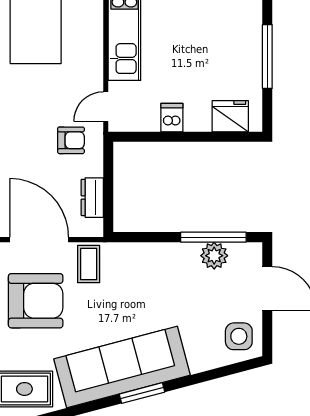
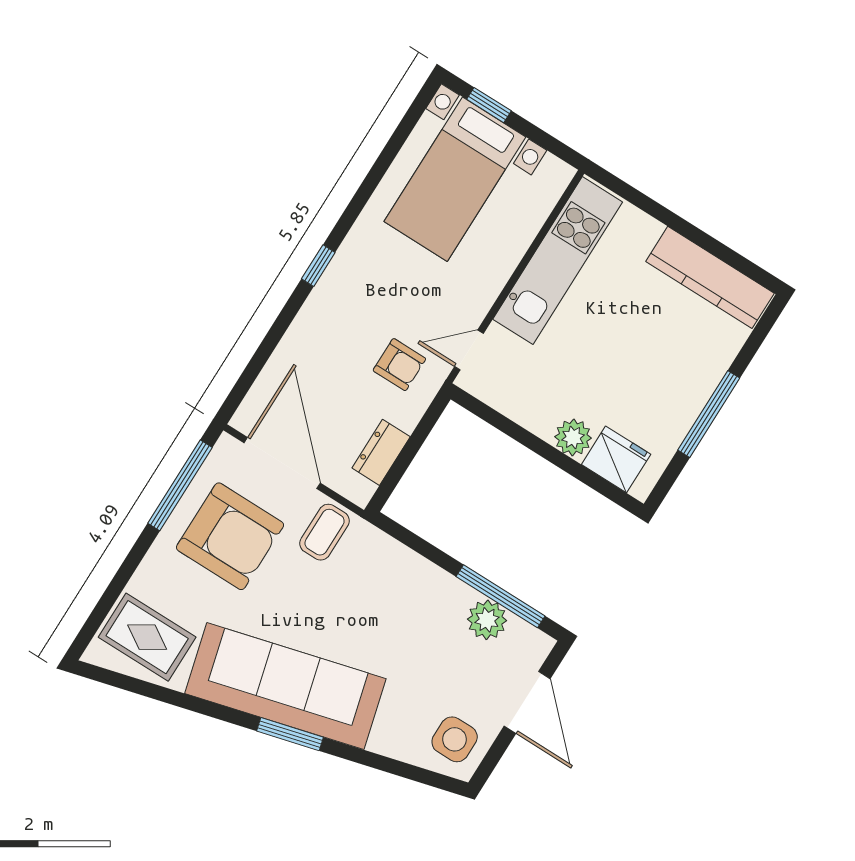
dishwasher: (172, 118) -> (542, 415), removed
plant: (198, 119) -> (573, 437), added

